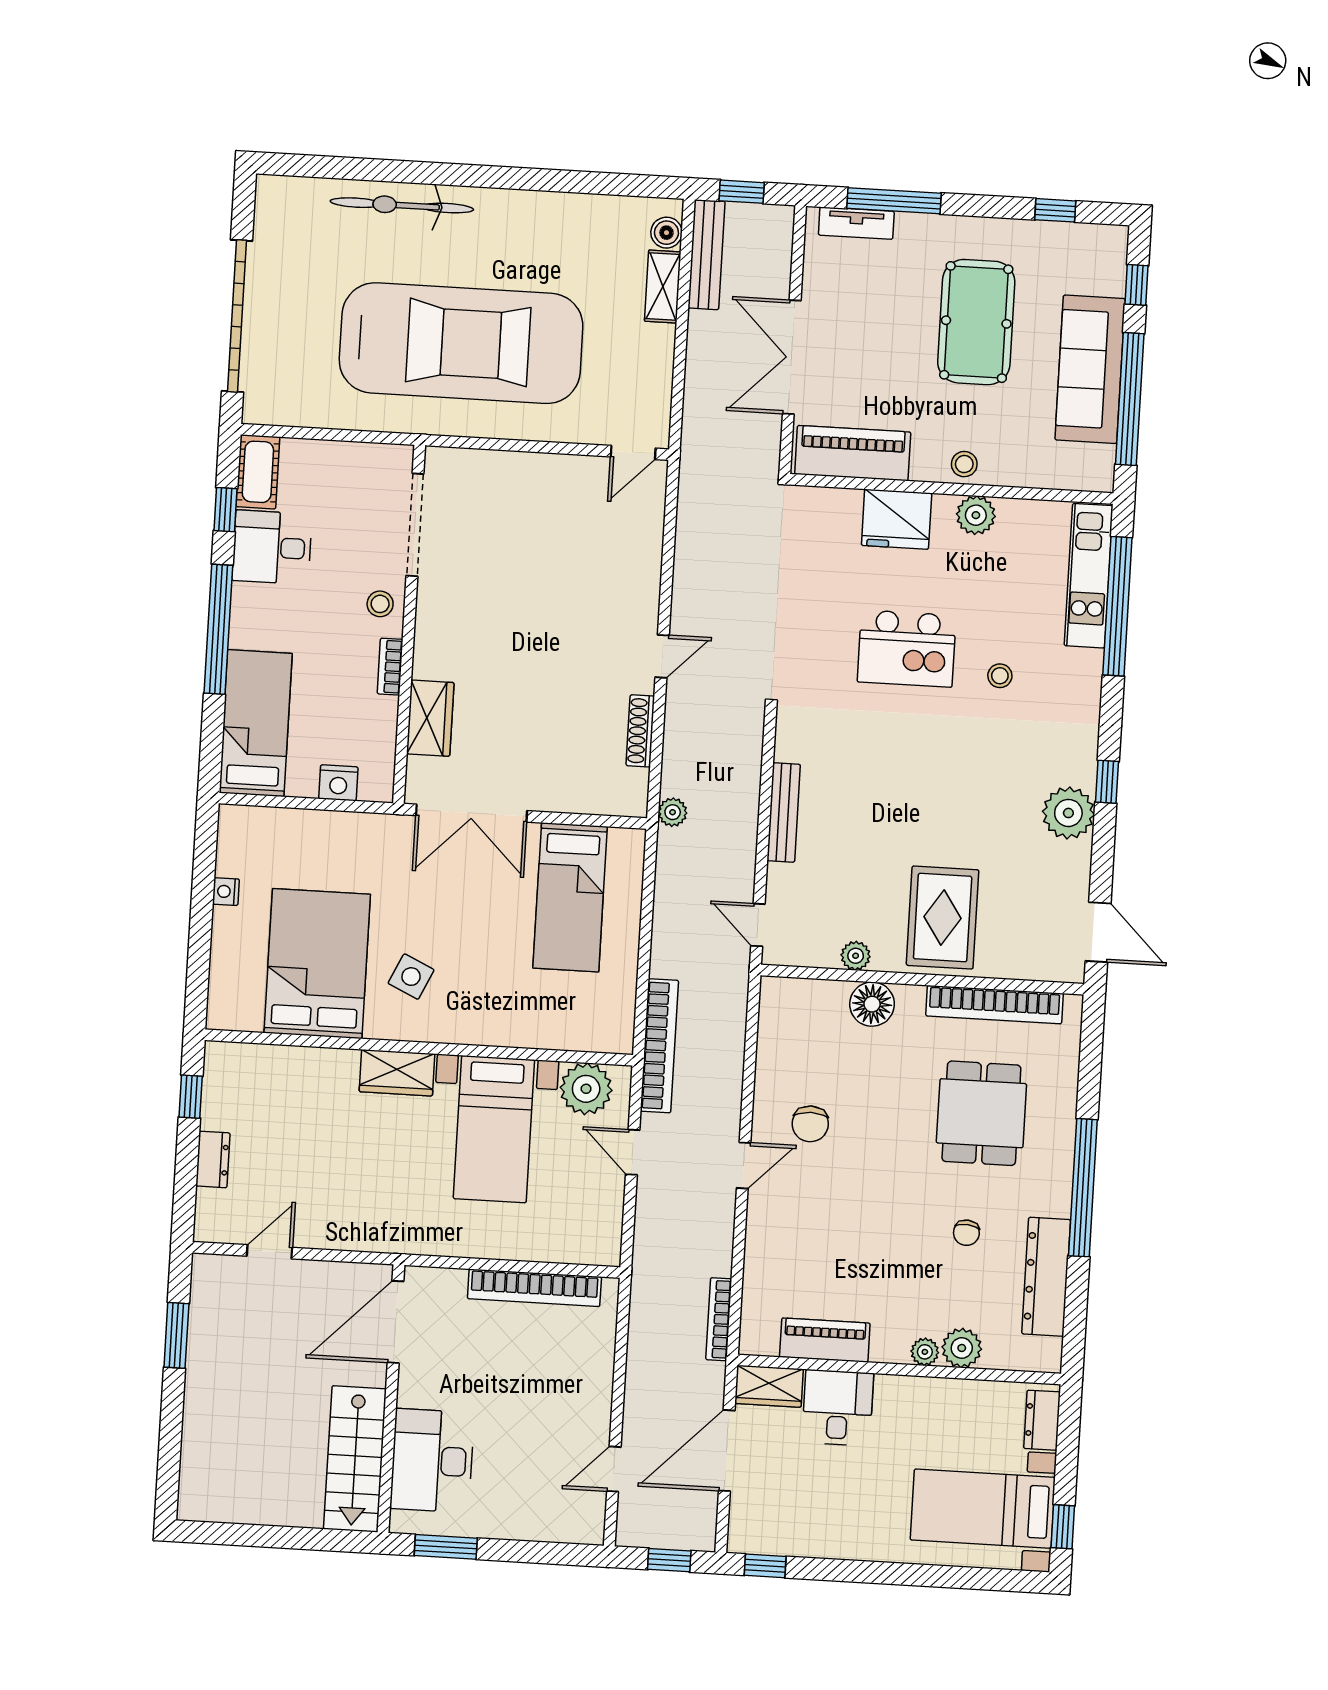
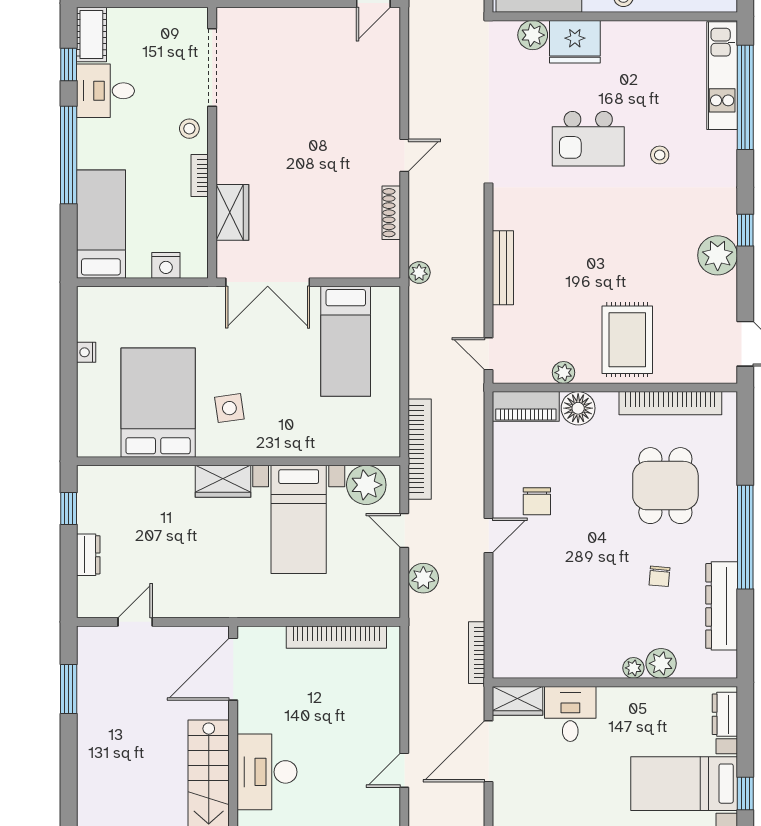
plant: (976, 515) -> (533, 35), moved
side table: (411, 977) -> (229, 408), turned -33
plant: (654, 1217) -> (423, 578), added
piano: (825, 1340) -> (526, 406), moved, turned 180

